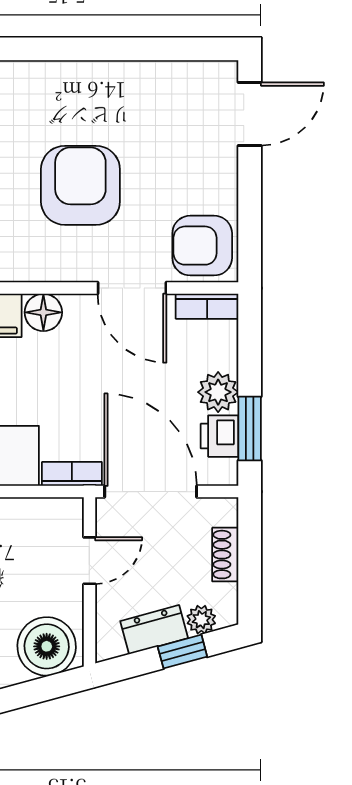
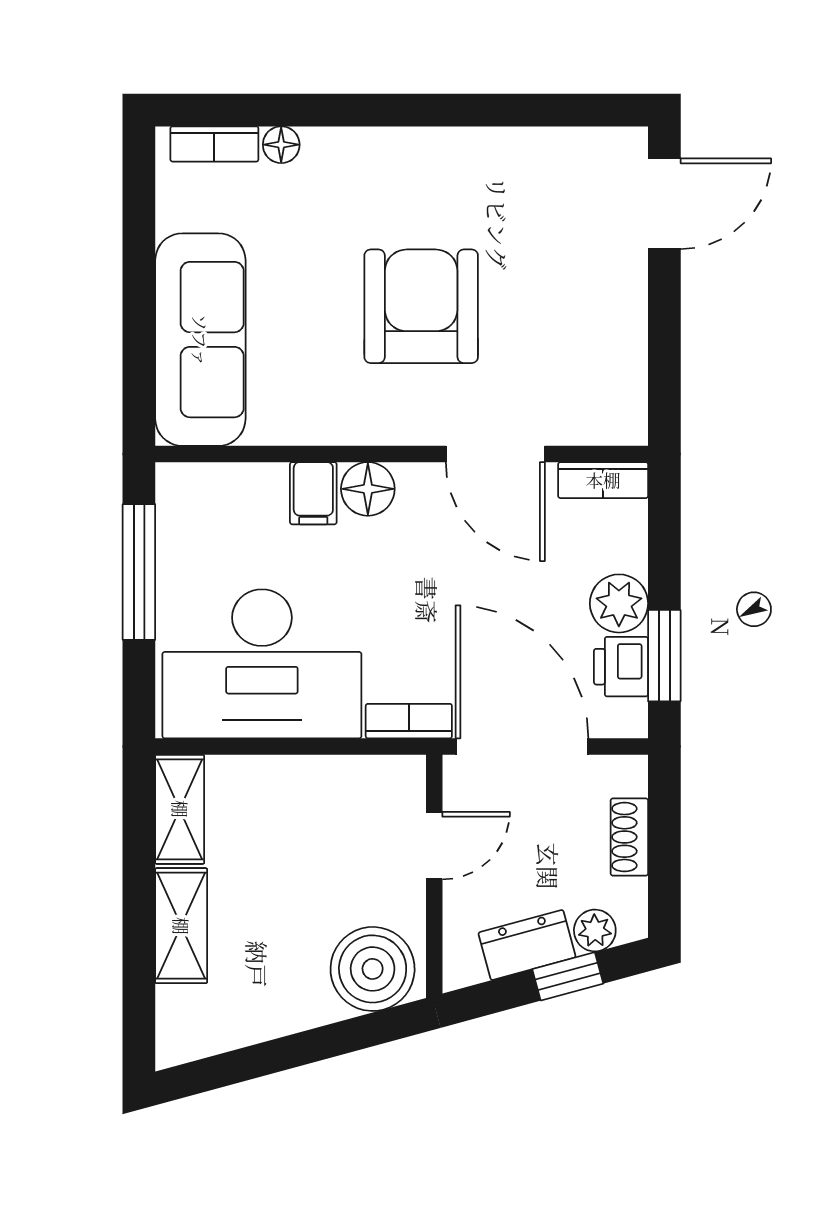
armchair: (202, 246) -> (596, 393), removed

